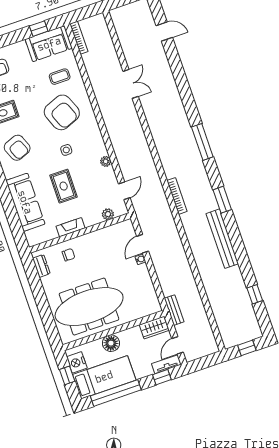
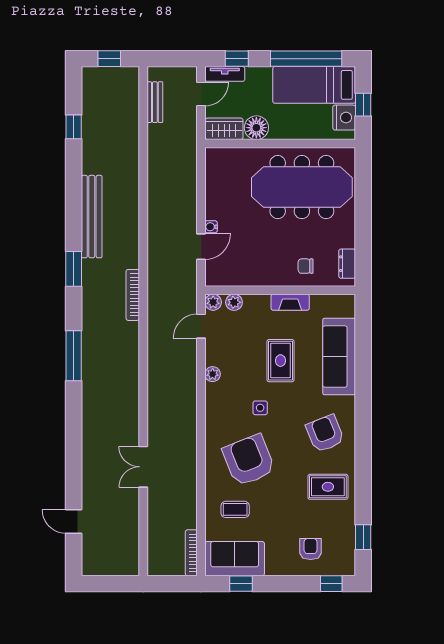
plant: (122, 209) -> (213, 302), added
bench: (174, 310) -> (155, 102), moved
floor lamp: (111, 343) -> (256, 128), moved

